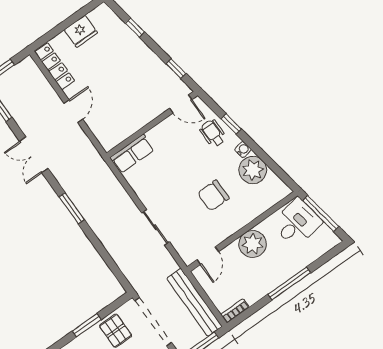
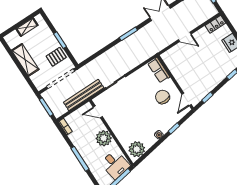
locker: (55, 66) -> (215, 24), width x0.66
wheelchair: (213, 133) -> (169, 118), removed
plant: (253, 170) -> (137, 149), moved
chair: (213, 196) -> (163, 97), moved
bench: (194, 302) -> (84, 95), moved

